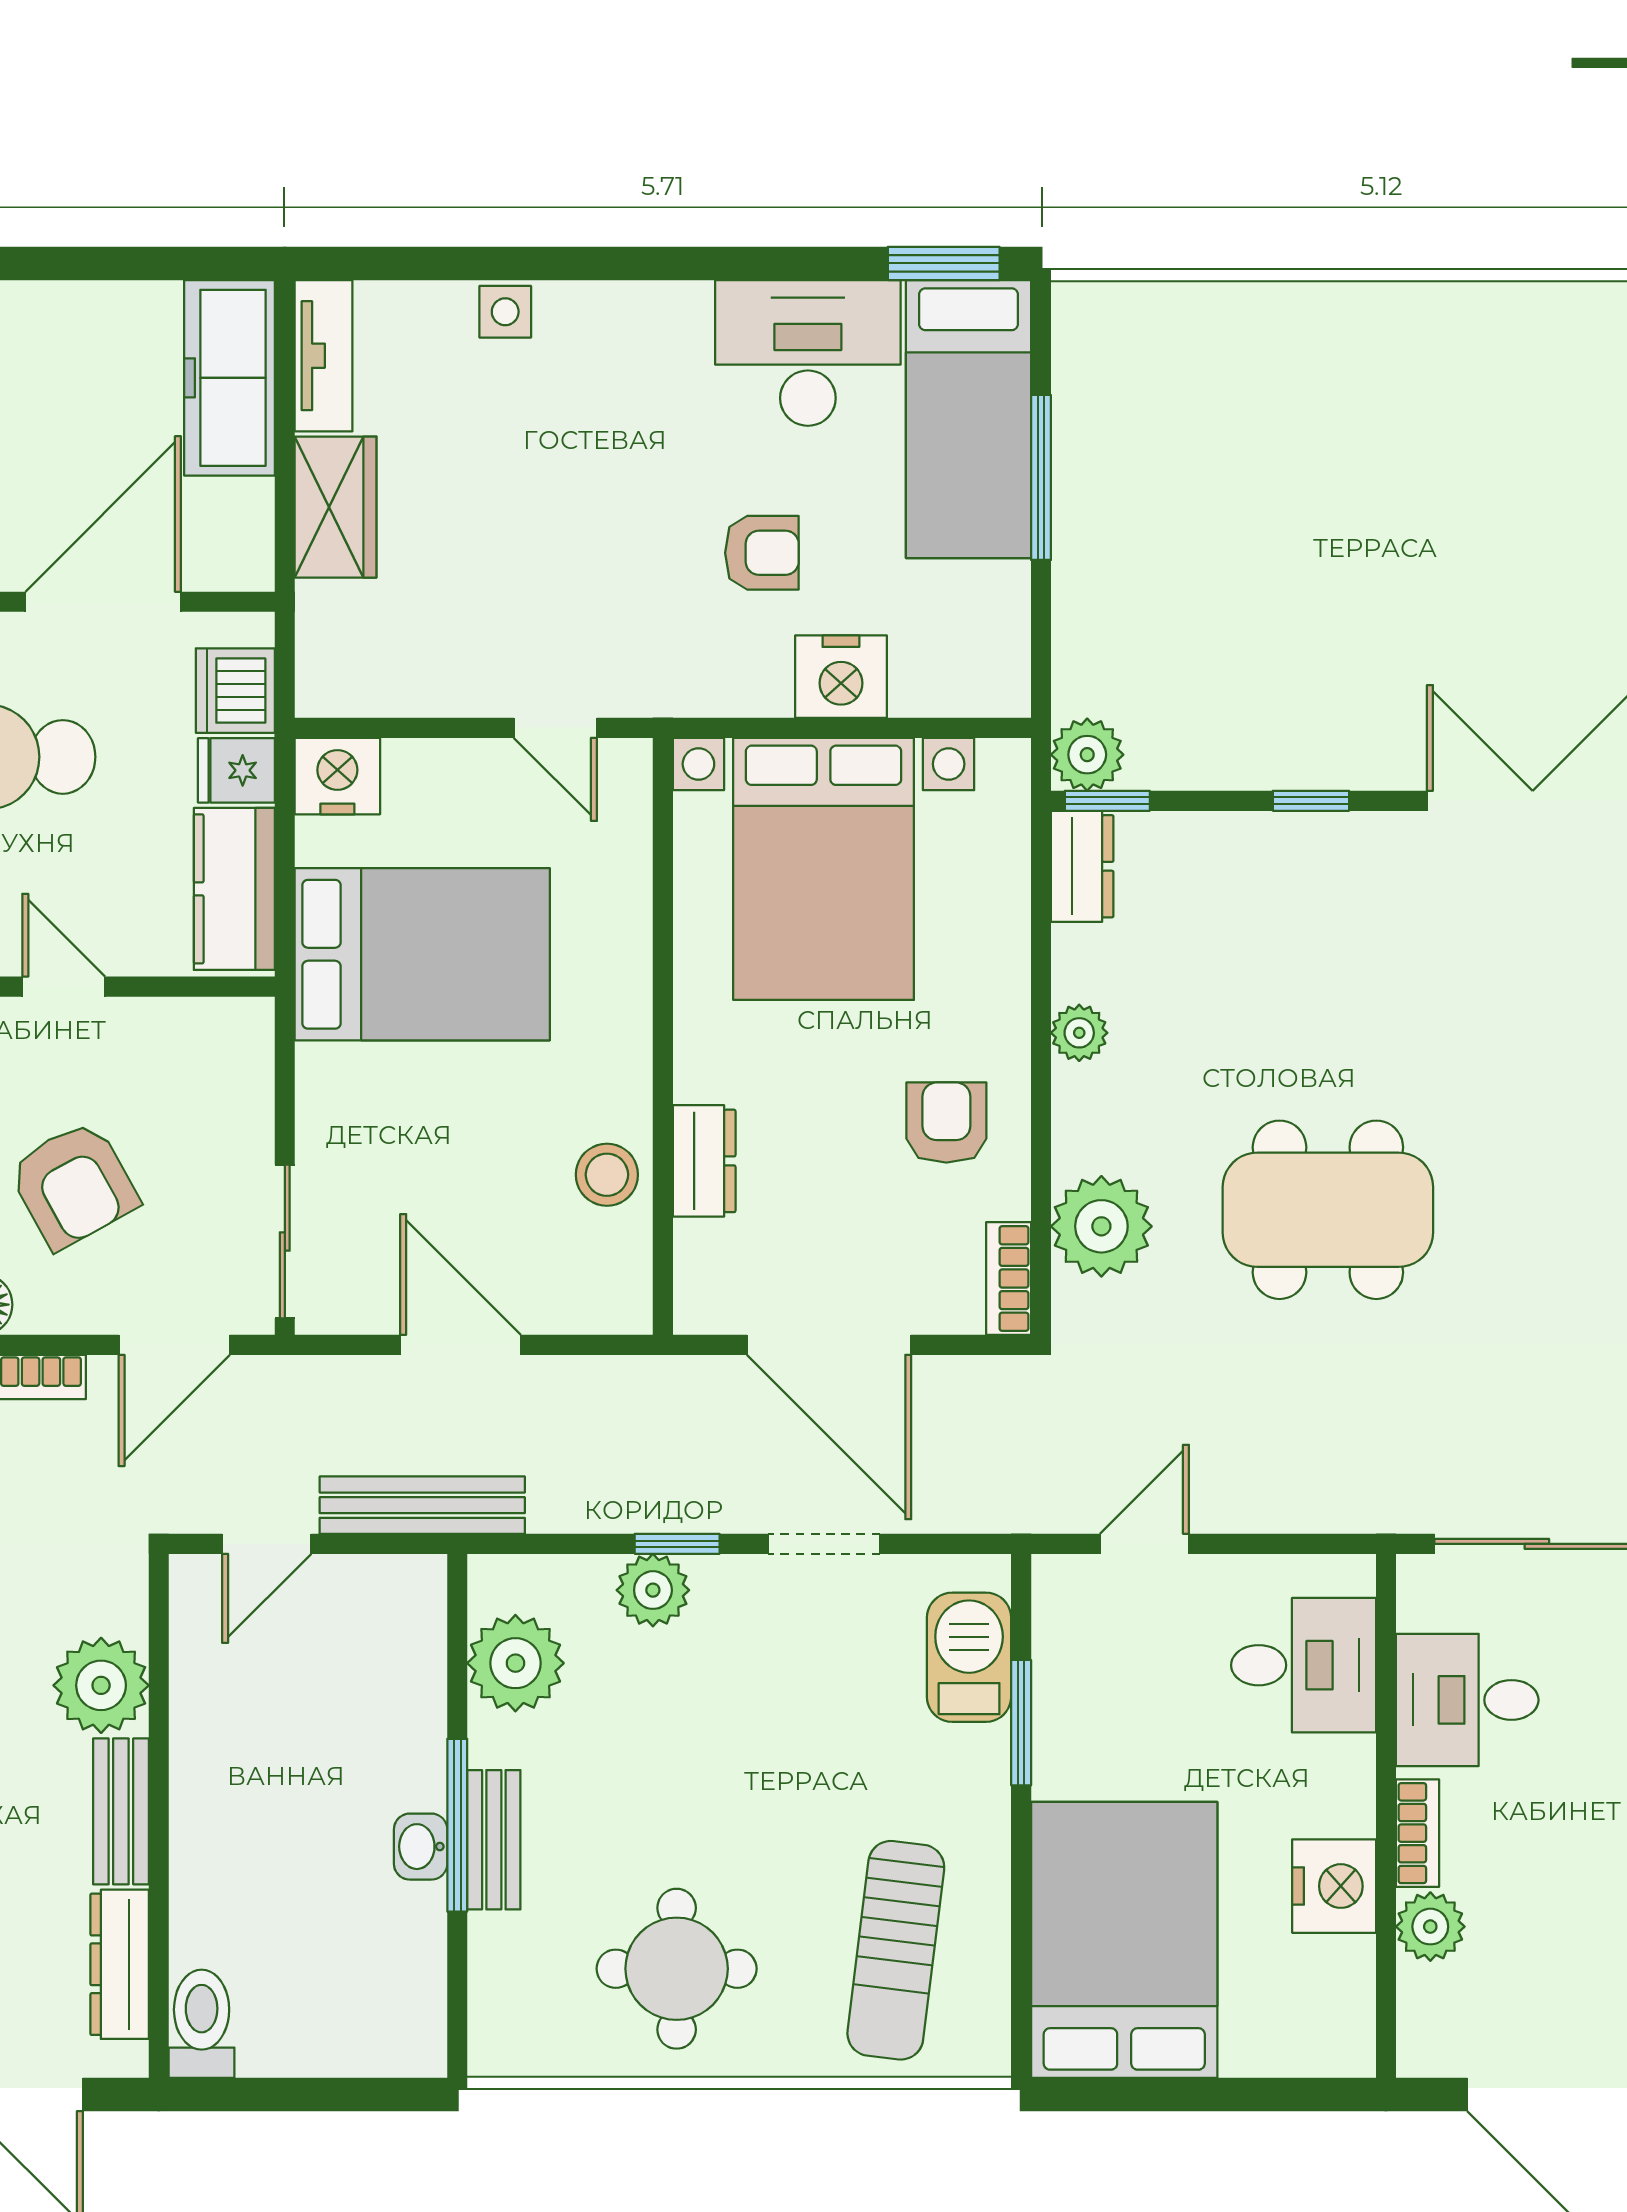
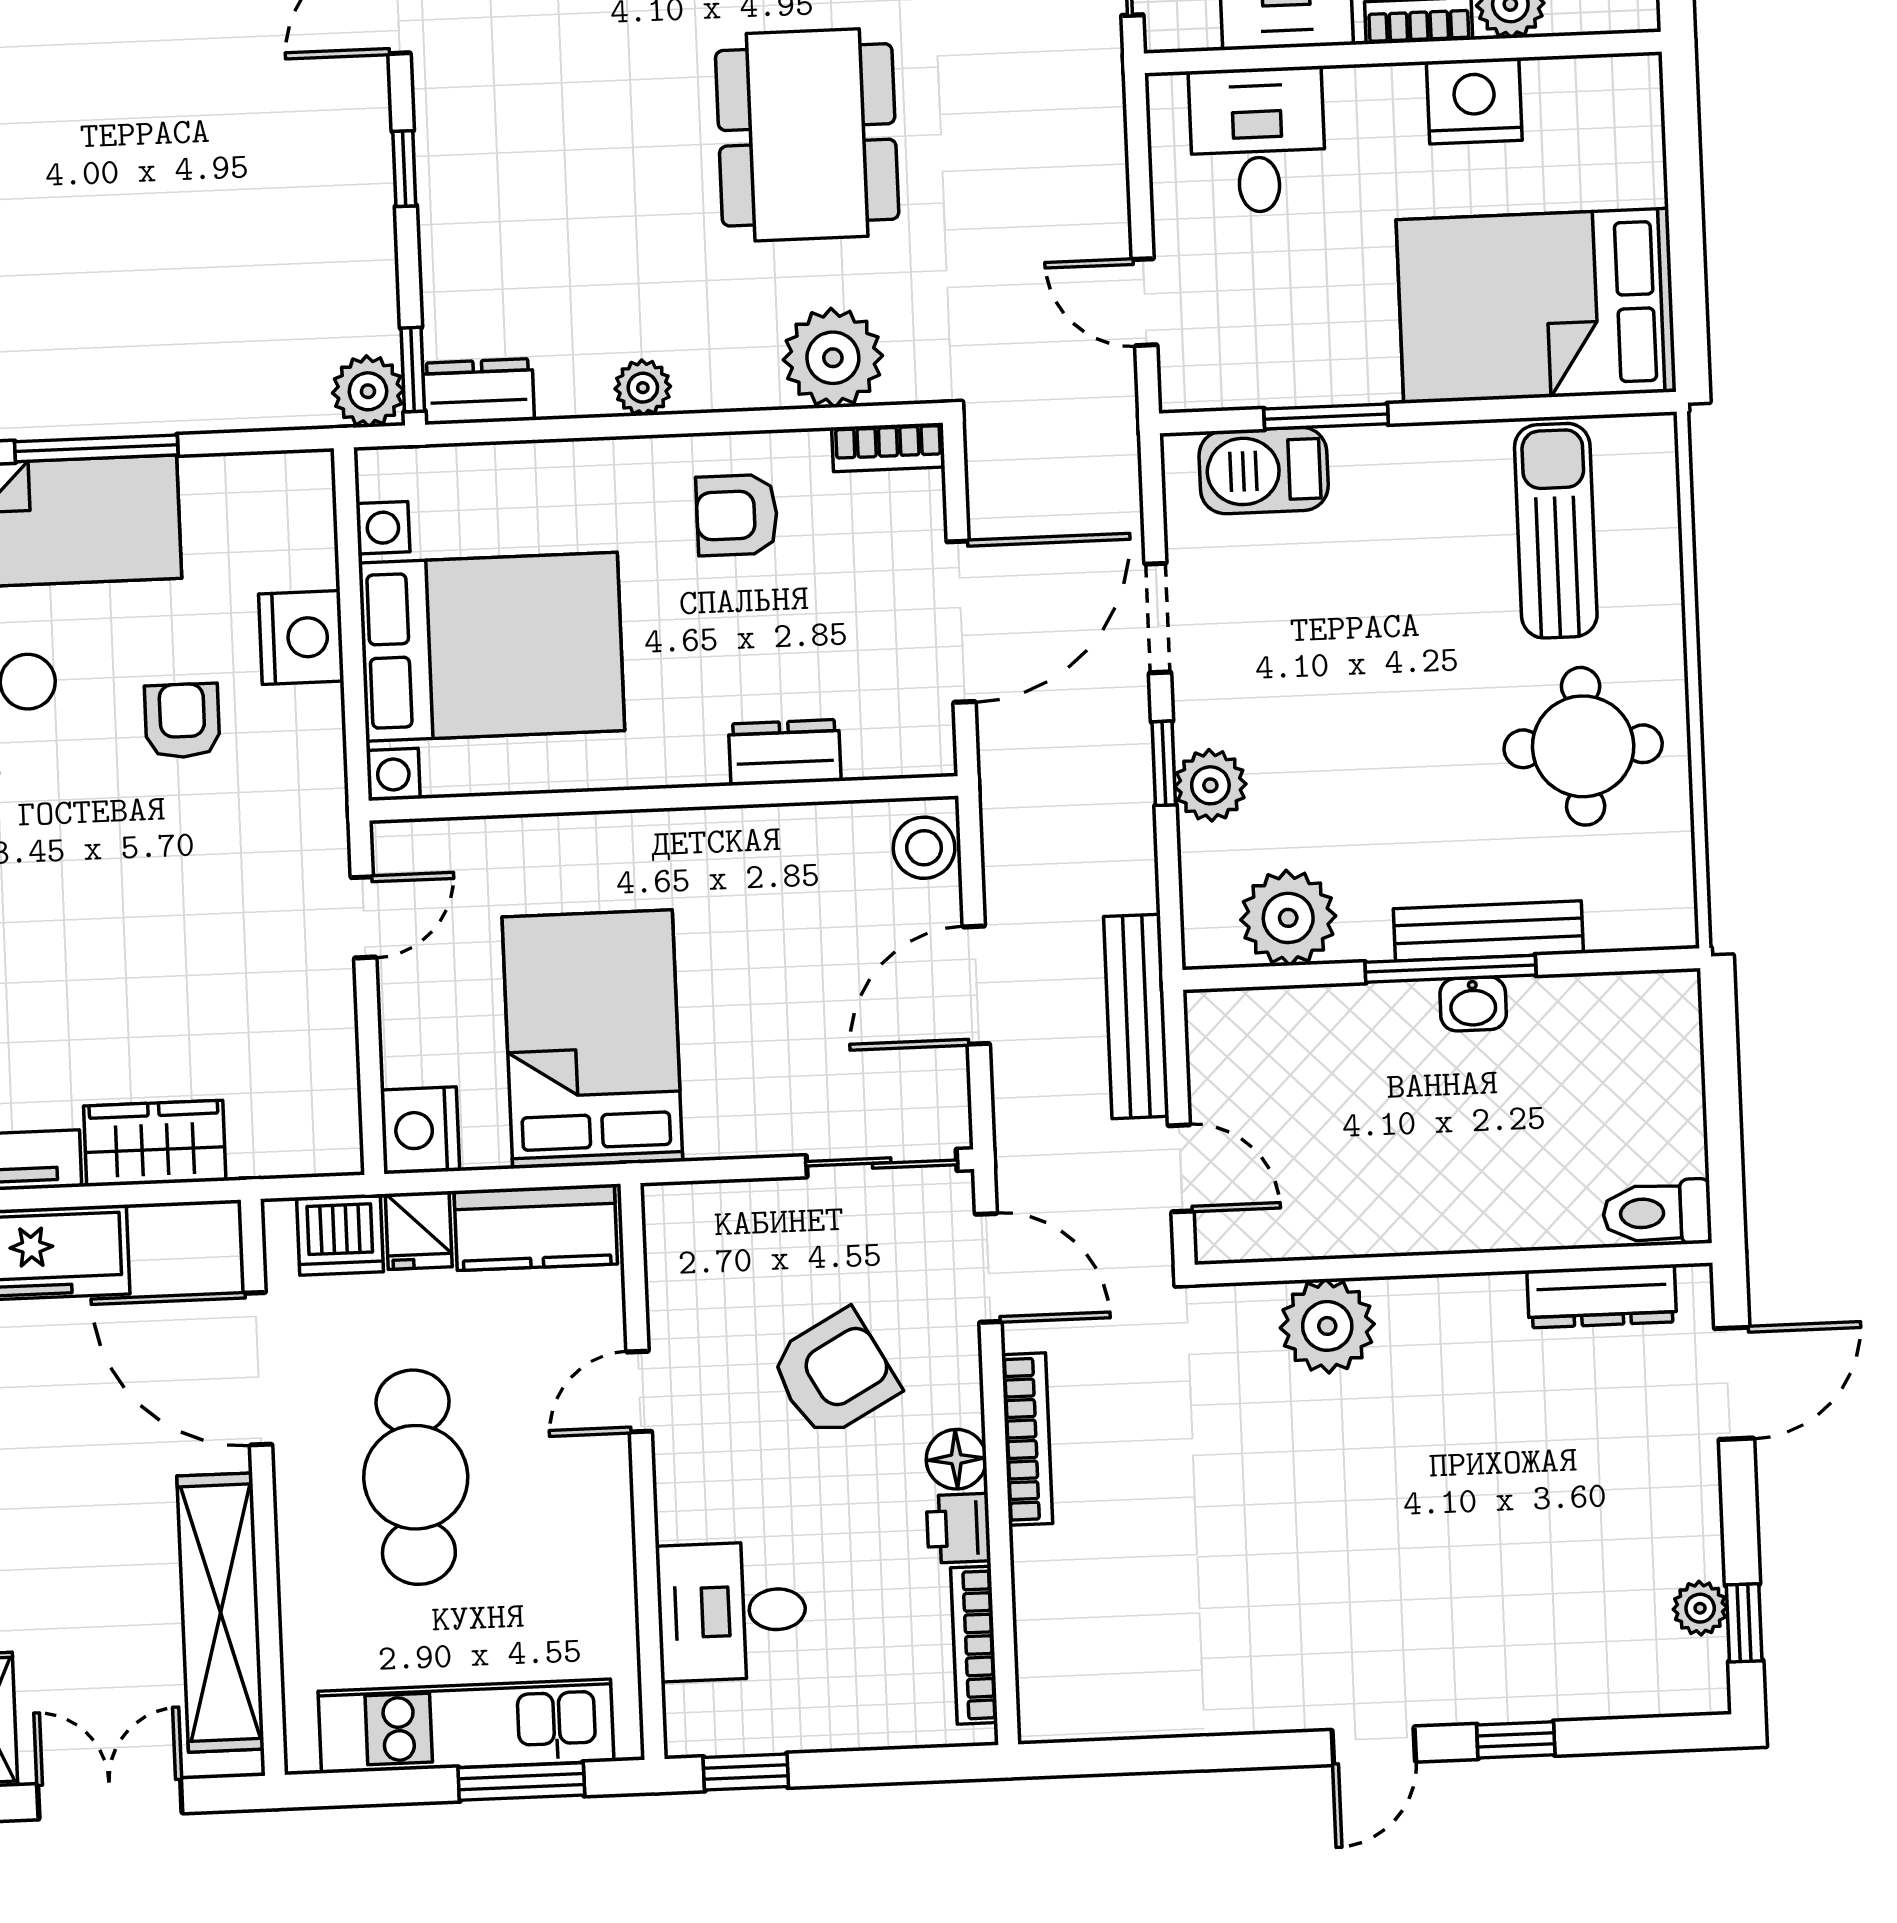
stool: (607, 1175) -> (924, 848), moved
bench: (121, 1811) -> (1451, 1301), removed
bench: (494, 1840) -> (1488, 931), width x1.36
sun lounger: (896, 1950) -> (1556, 531), turned -97

